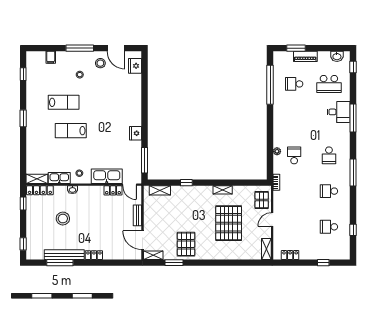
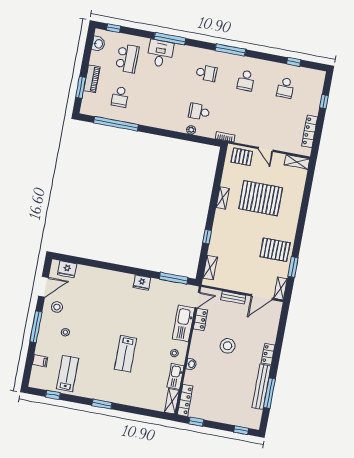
lab bench: (64, 102) -> (68, 374), moved
stool: (63, 219) -> (228, 346), moved
locker: (290, 255) -> (310, 131), width x1.53

